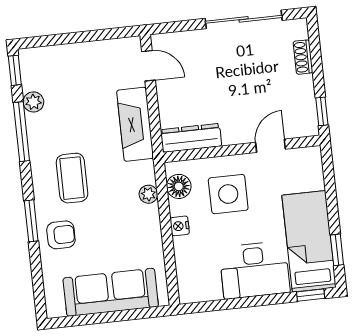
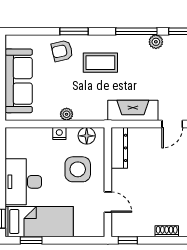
plant: (148, 194) -> (67, 114), moved
armchair: (61, 235) -> (62, 51), turned 77

